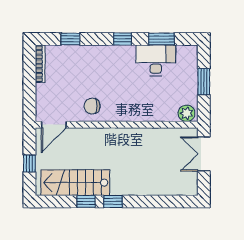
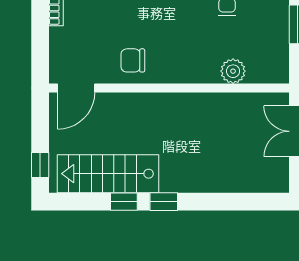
plant: (187, 113) -> (233, 71), moved
window: (29, 163) -> (40, 165), moved

